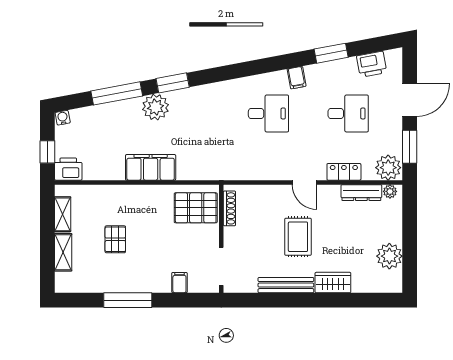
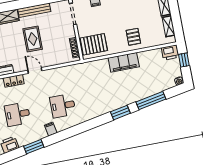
plant: (156, 107) -> (127, 97), removed
pallet: (115, 239) -> (133, 37), moved

